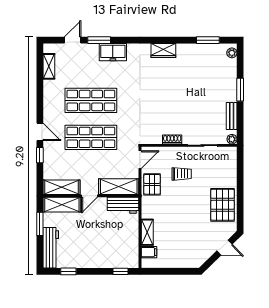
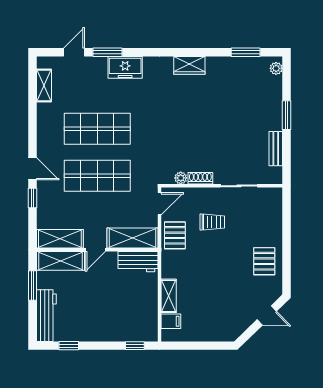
plant: (232, 139) -> (181, 178), moved
pallet: (222, 205) -> (264, 261), width x0.67, depth x0.71

